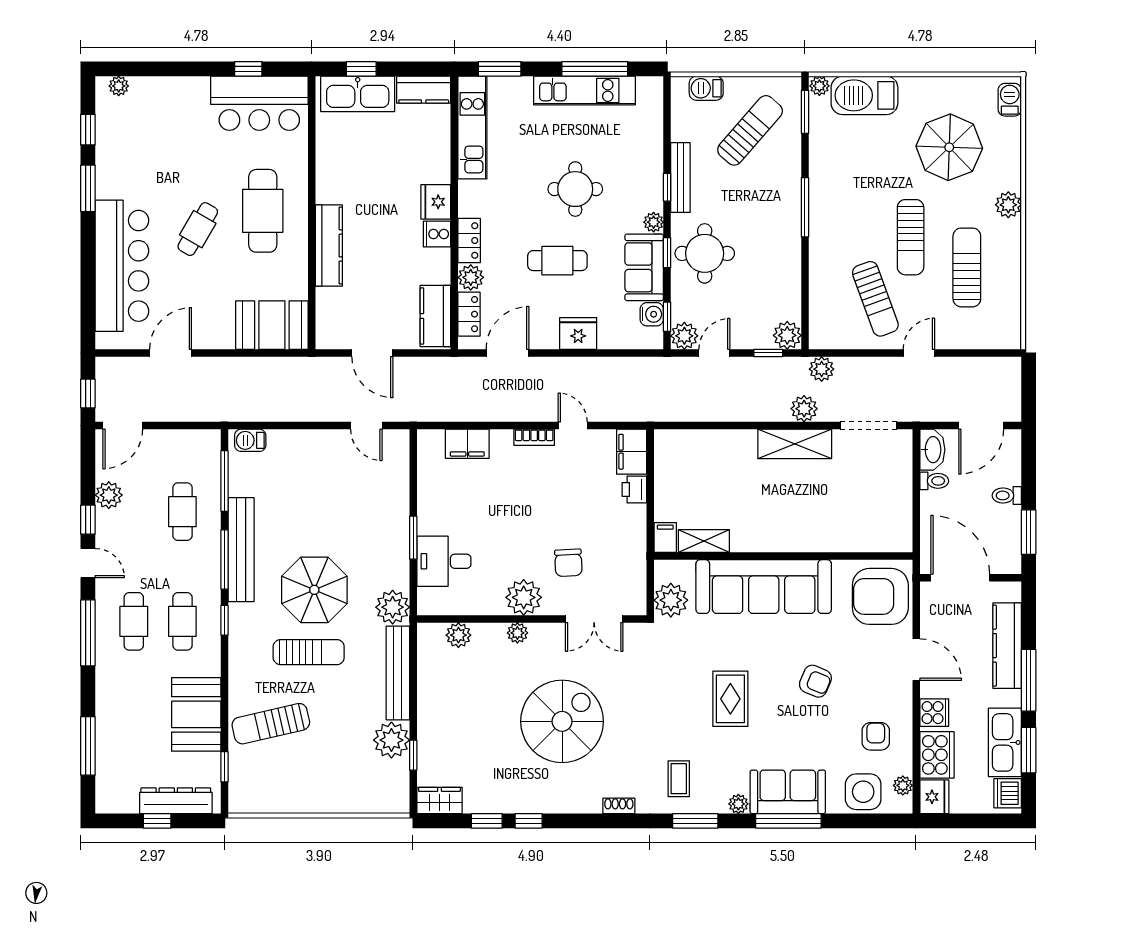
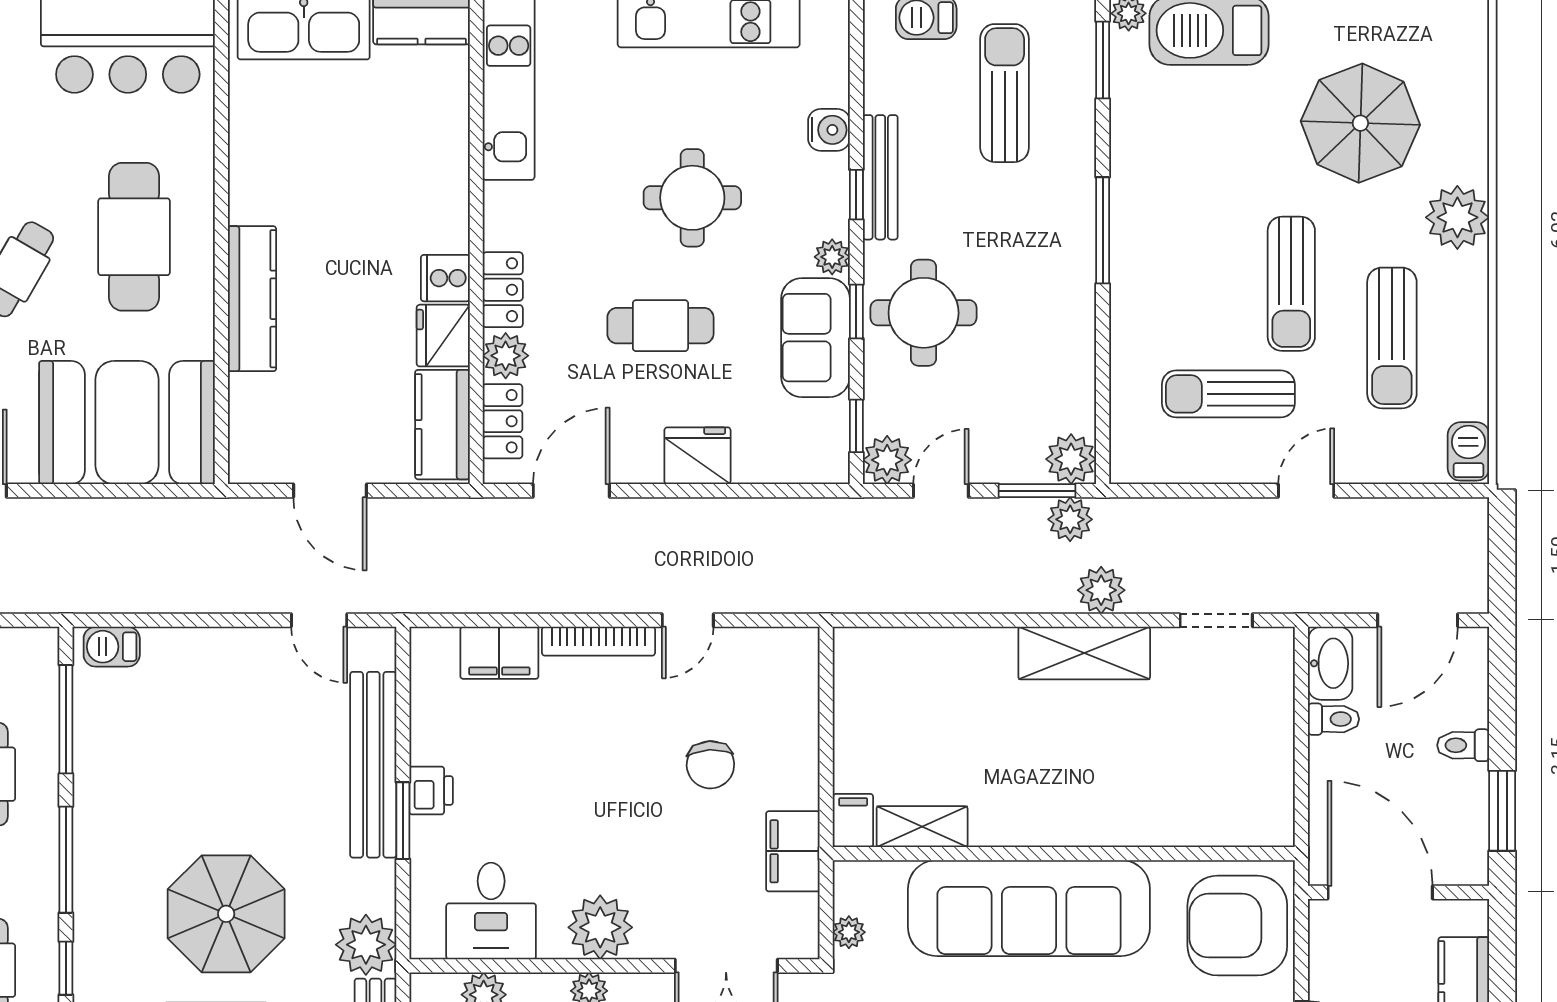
barbecue: (1010, 100) -> (1468, 451), moved
sun lounger: (750, 130) -> (1005, 93), turned -41
fridge: (436, 202) -> (443, 336), moved
plant: (1008, 205) -> (1457, 217), width x1.36, depth x1.36
sun lounger: (967, 267) -> (1392, 338), turned 180
sun lounger: (875, 299) -> (1228, 394), turned 110
water cooler: (652, 314) -> (829, 130), moved
booth: (272, 325) -> (127, 423), width x1.36, depth x1.42
window: (768, 353) -> (1037, 491), width x1.50
plant: (822, 369) -> (1070, 519), moved
door: (573, 426) -> (688, 620), swing flipped
doorway: (868, 426) -> (1216, 620), width x0.73
bookcase: (534, 437) -> (599, 641), width x1.56
filing cabinet: (632, 452) -> (793, 851), moved
printer: (634, 489) -> (431, 790), moved, turned 180
bench: (241, 550) -> (373, 765), moved
desk: (444, 561) -> (491, 911), moved, turned -90
chair: (568, 563) -> (710, 765), moved
plant: (671, 600) -> (849, 932), width x0.53, depth x0.53

